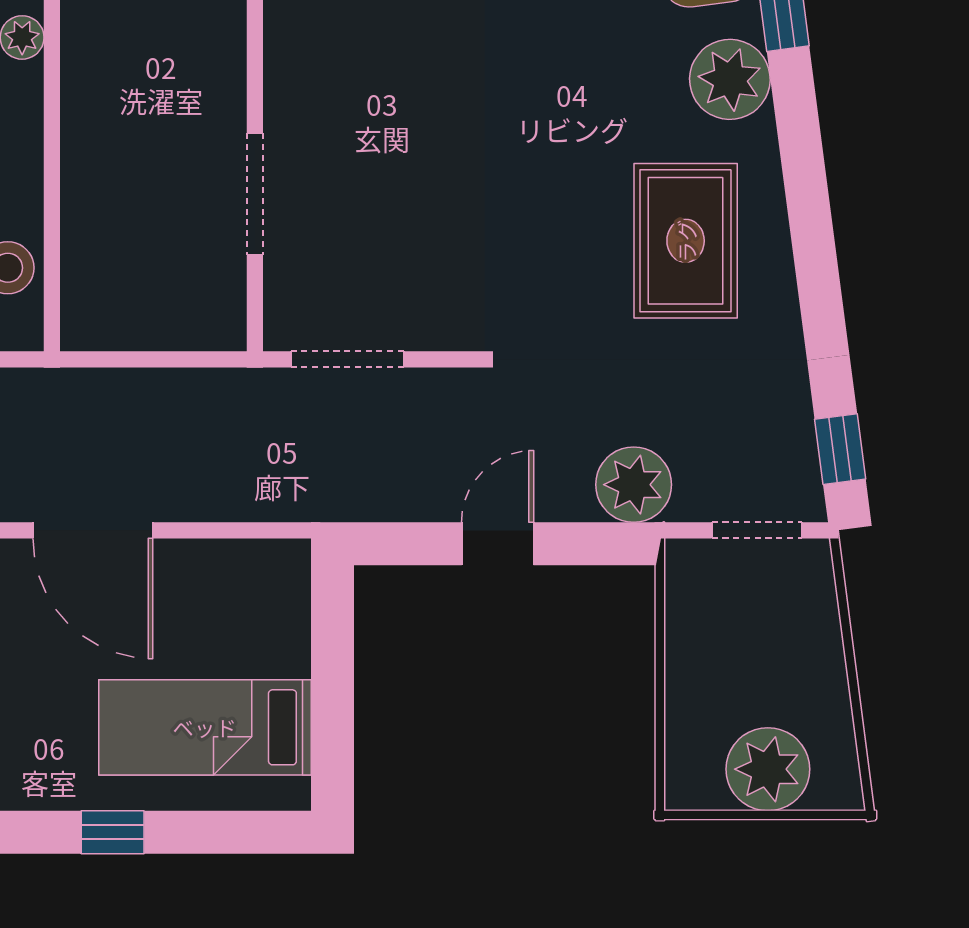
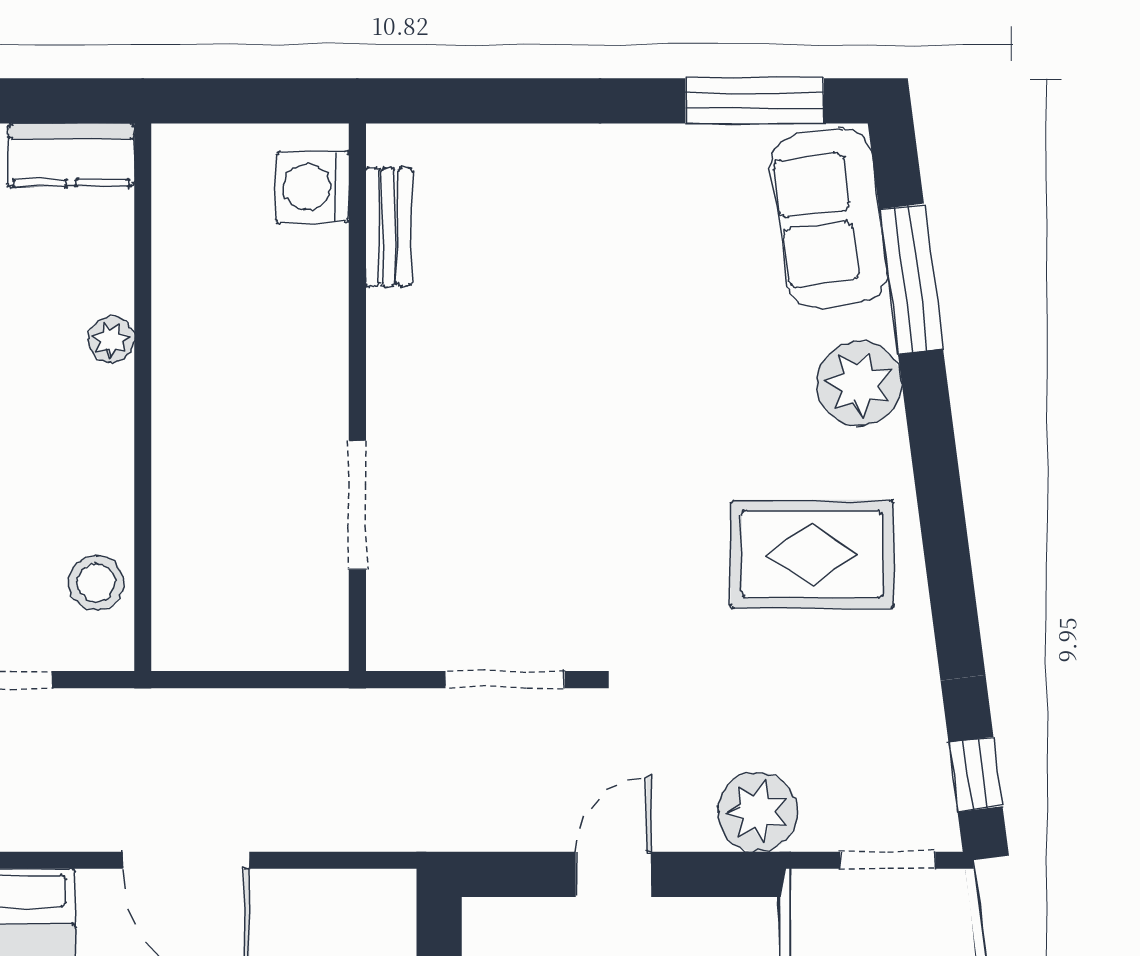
rug: (686, 241) -> (812, 554), turned 90
doorway: (347, 359) -> (505, 680), moved

